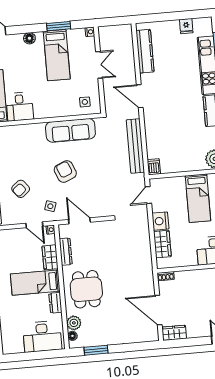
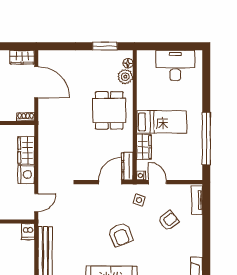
door: (79, 221) -> (110, 182), swing flipped
dresser: (66, 252) -> (127, 166), moved
dresser: (55, 303) -> (143, 99), removed
desk: (42, 336) -> (175, 65), moved

